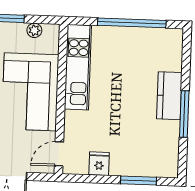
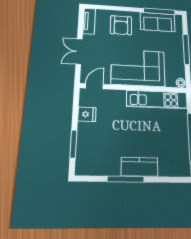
plant: (34, 30) -> (181, 83), moved
door: (59, 154) -> (94, 86), hinge flipped

